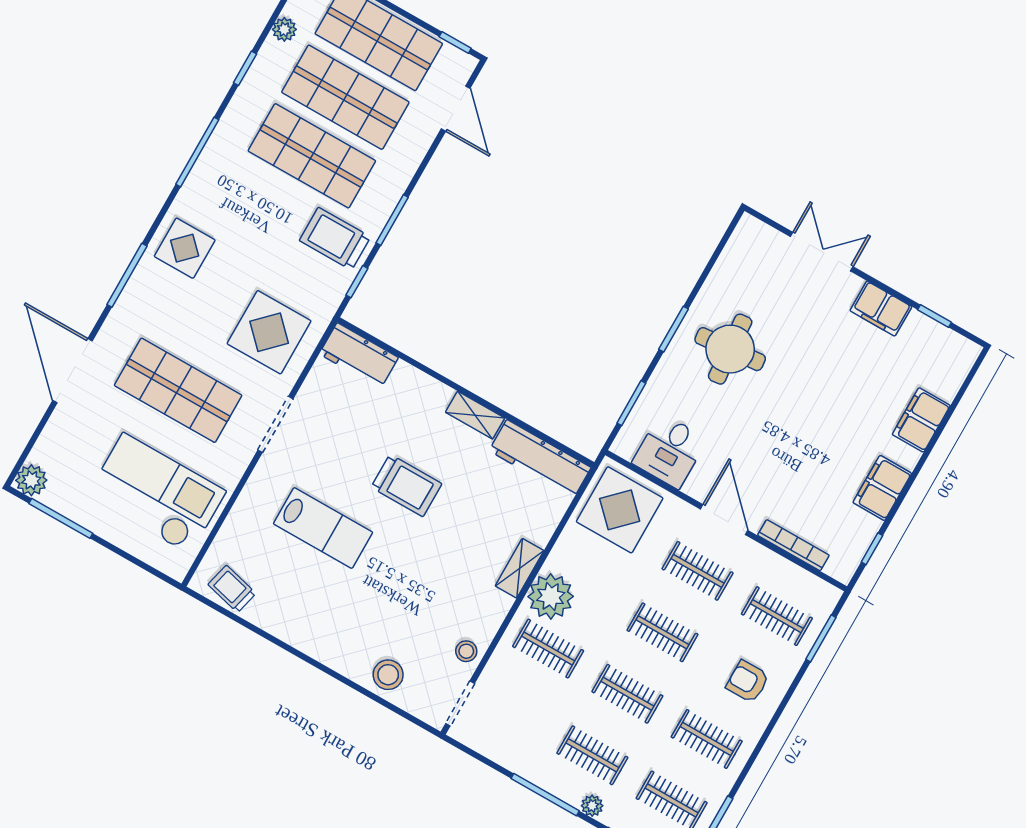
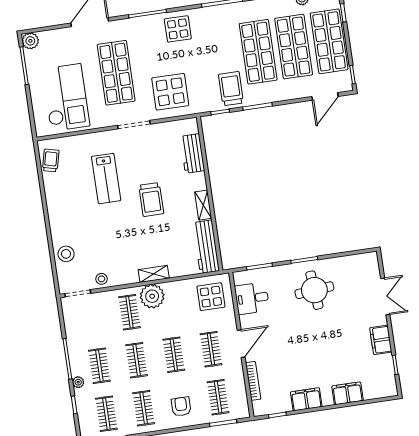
workbench: (359, 356) -> (192, 153), moved
display table: (620, 510) -> (211, 297), width x0.73, depth x0.73

